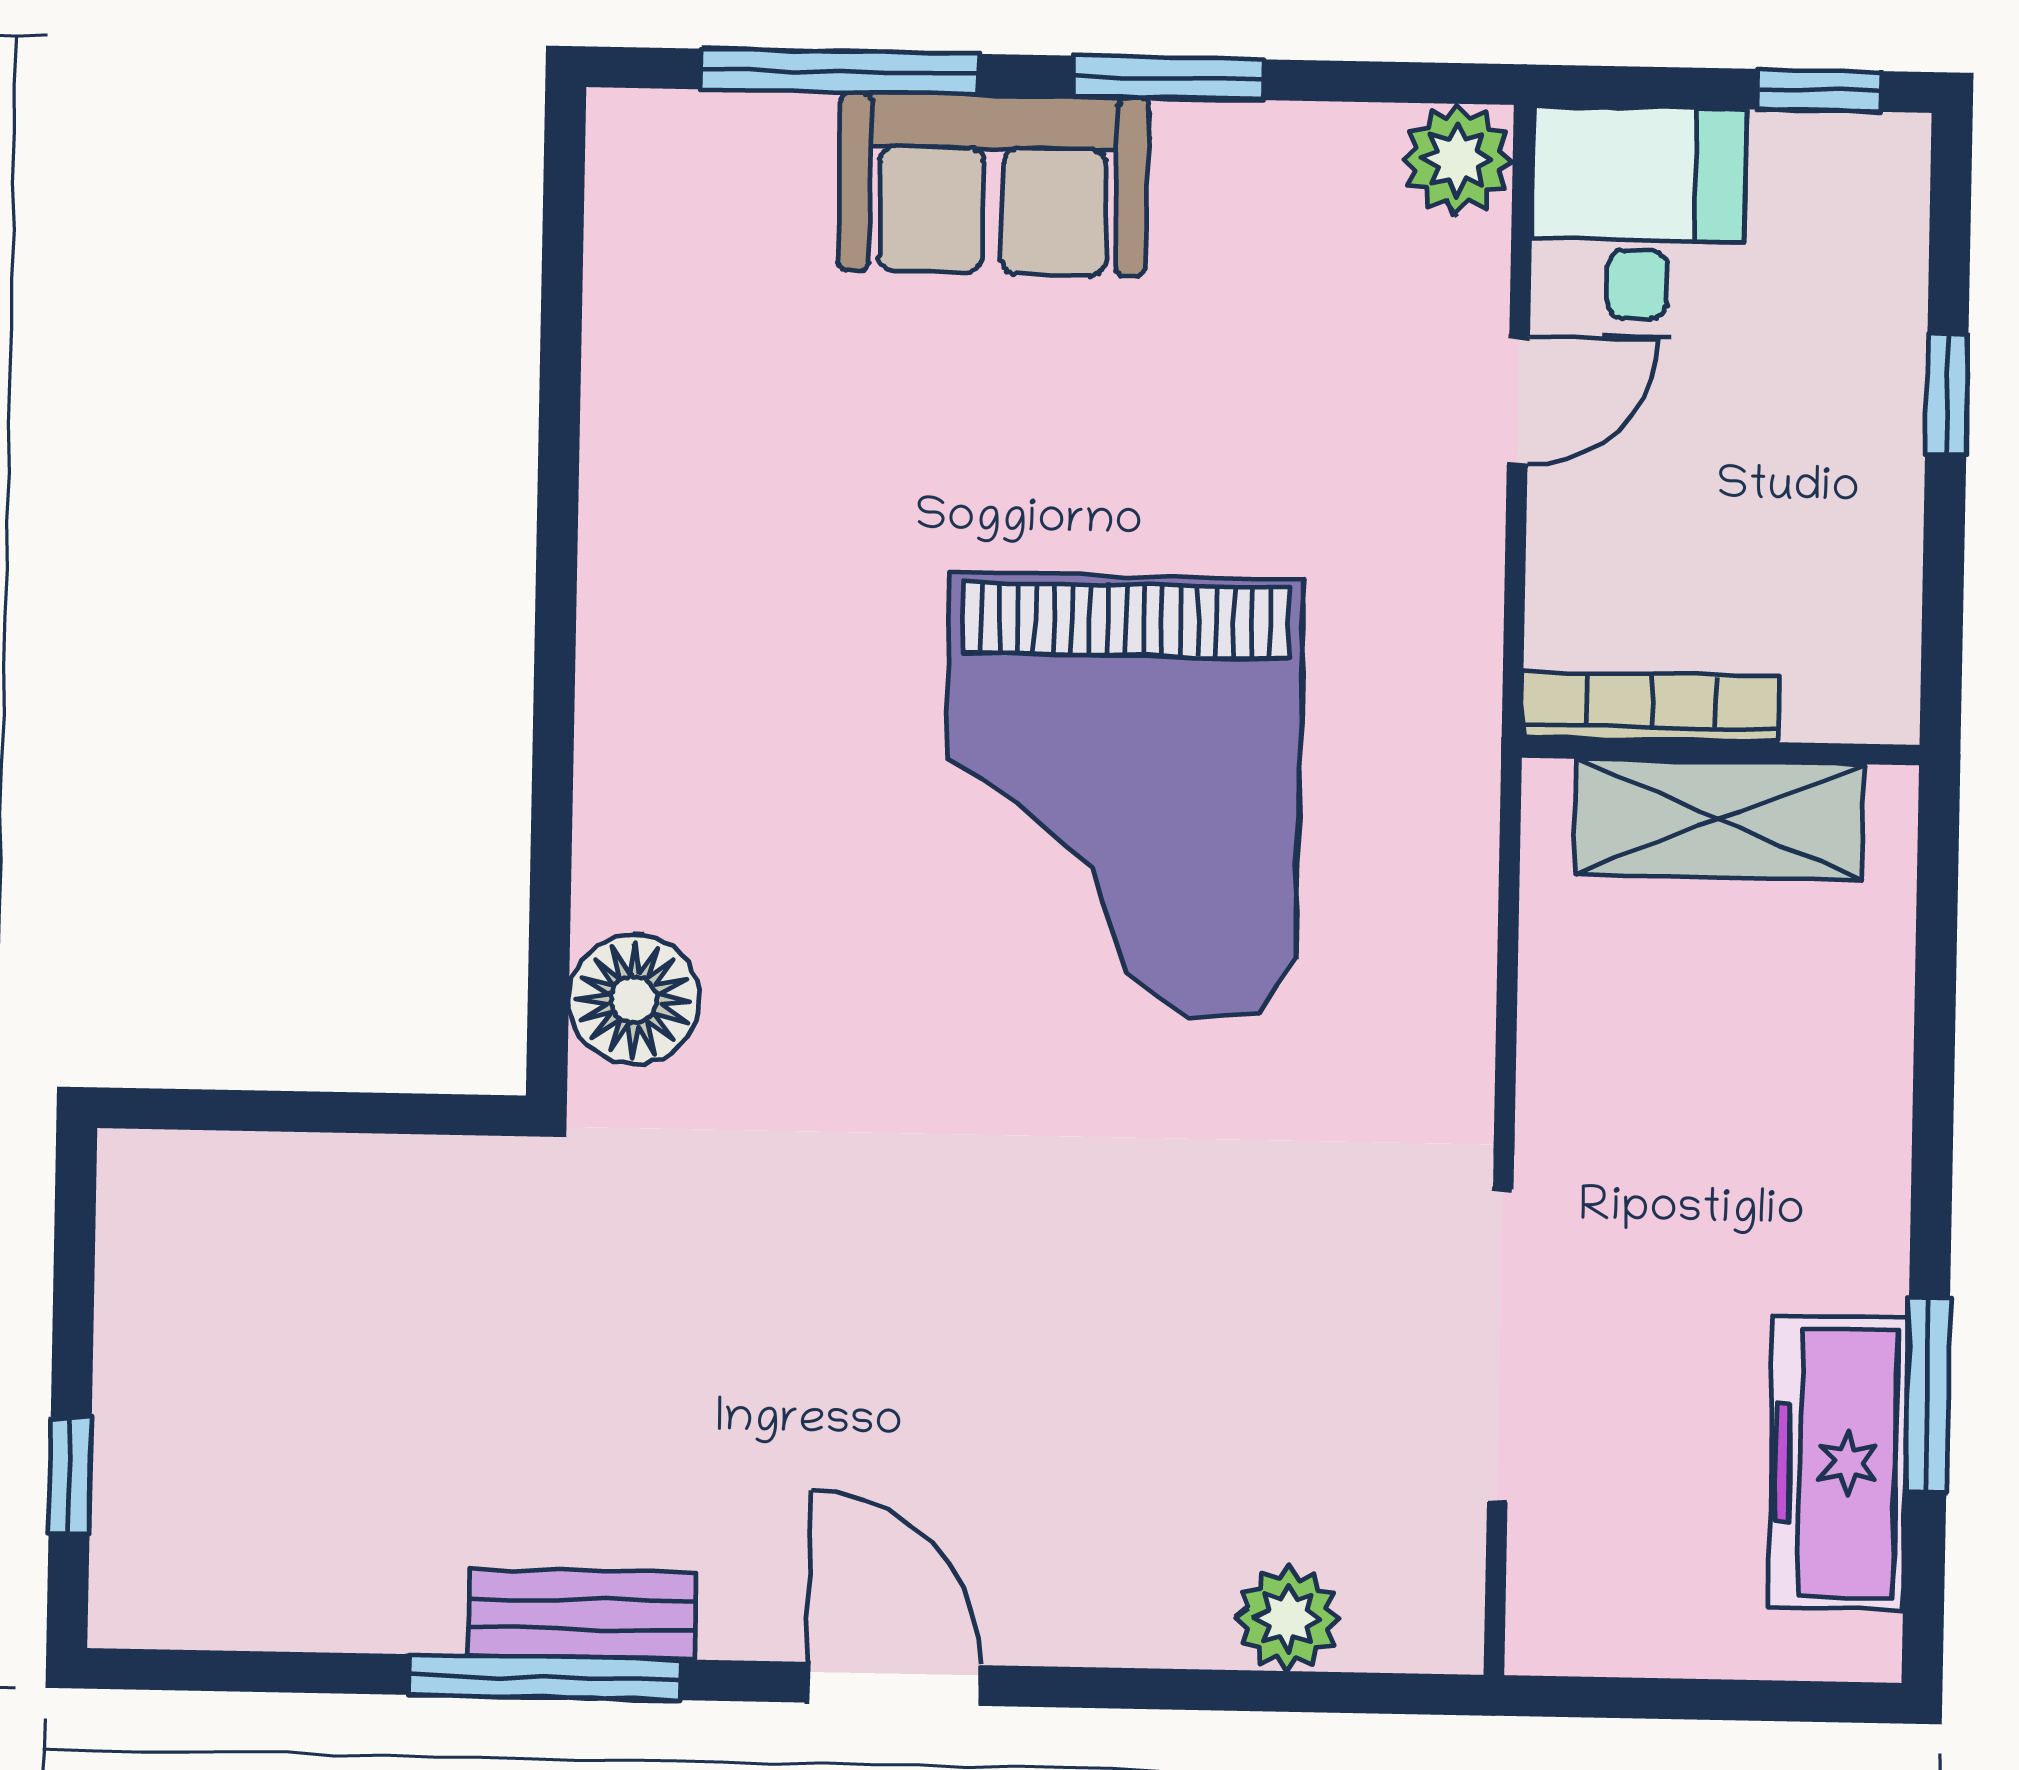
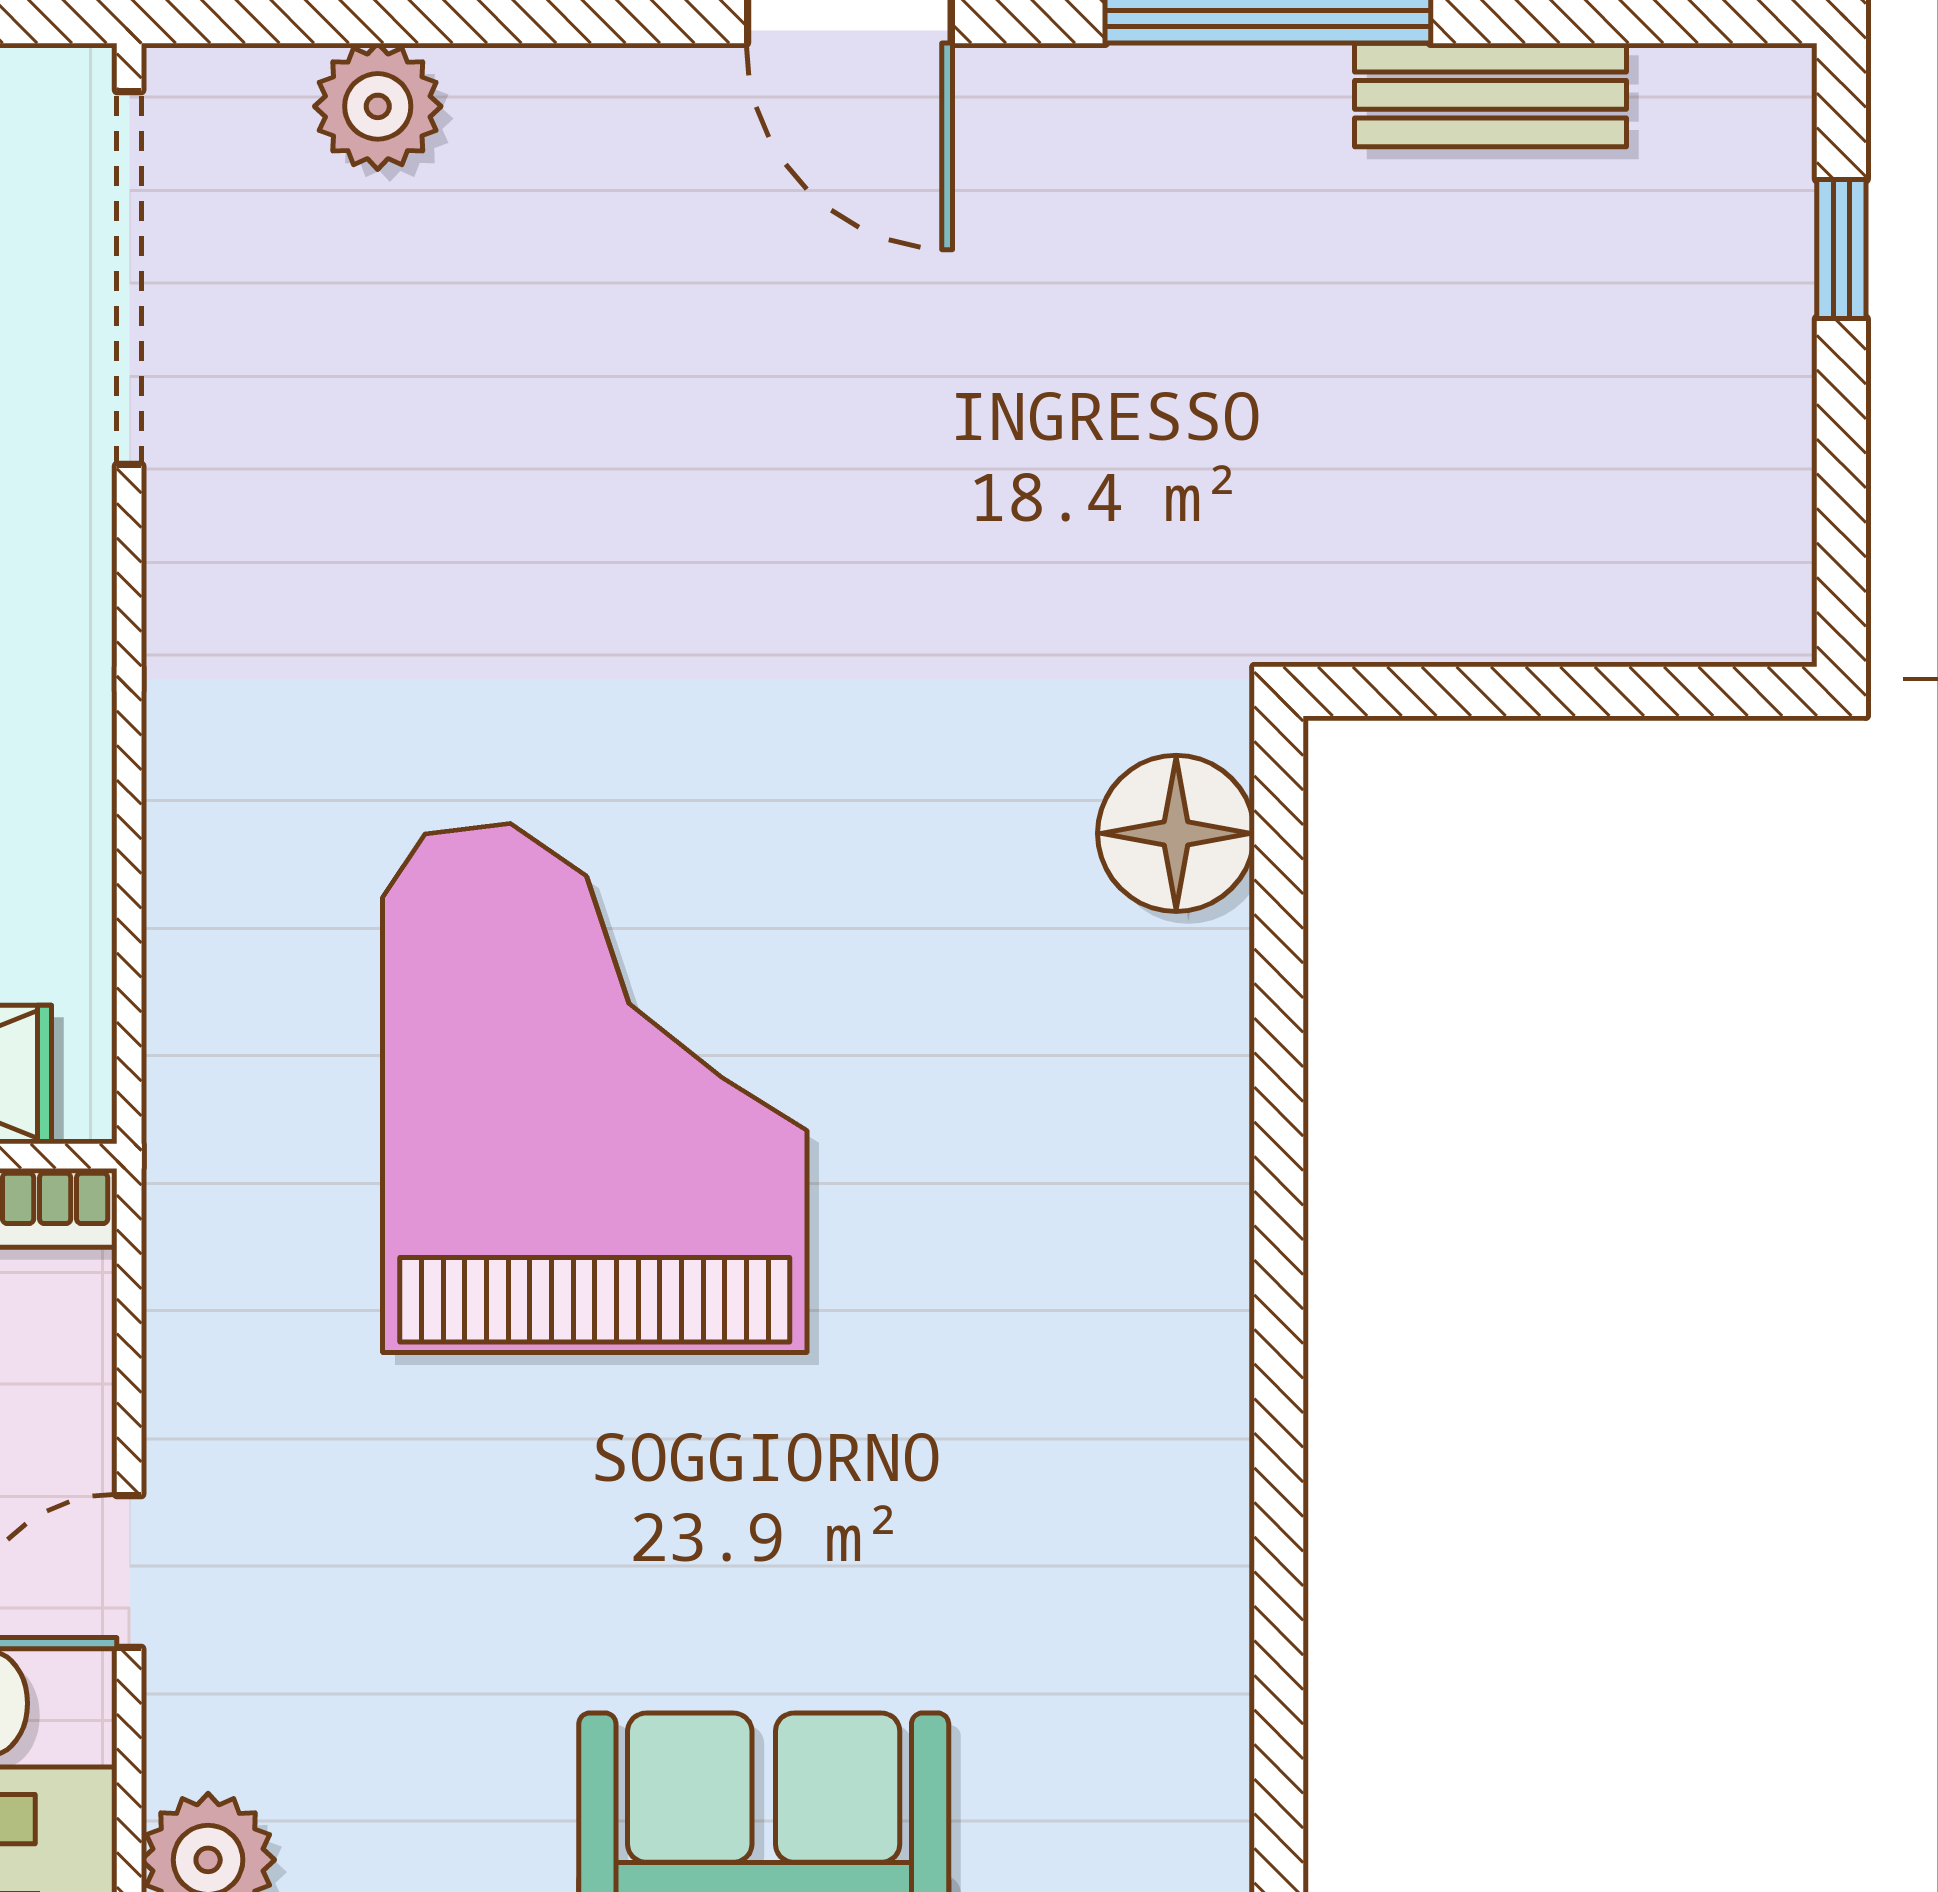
doorway: (1500, 1346) -> (129, 278), moved
bench: (582, 1614) -> (1490, 95), moved

